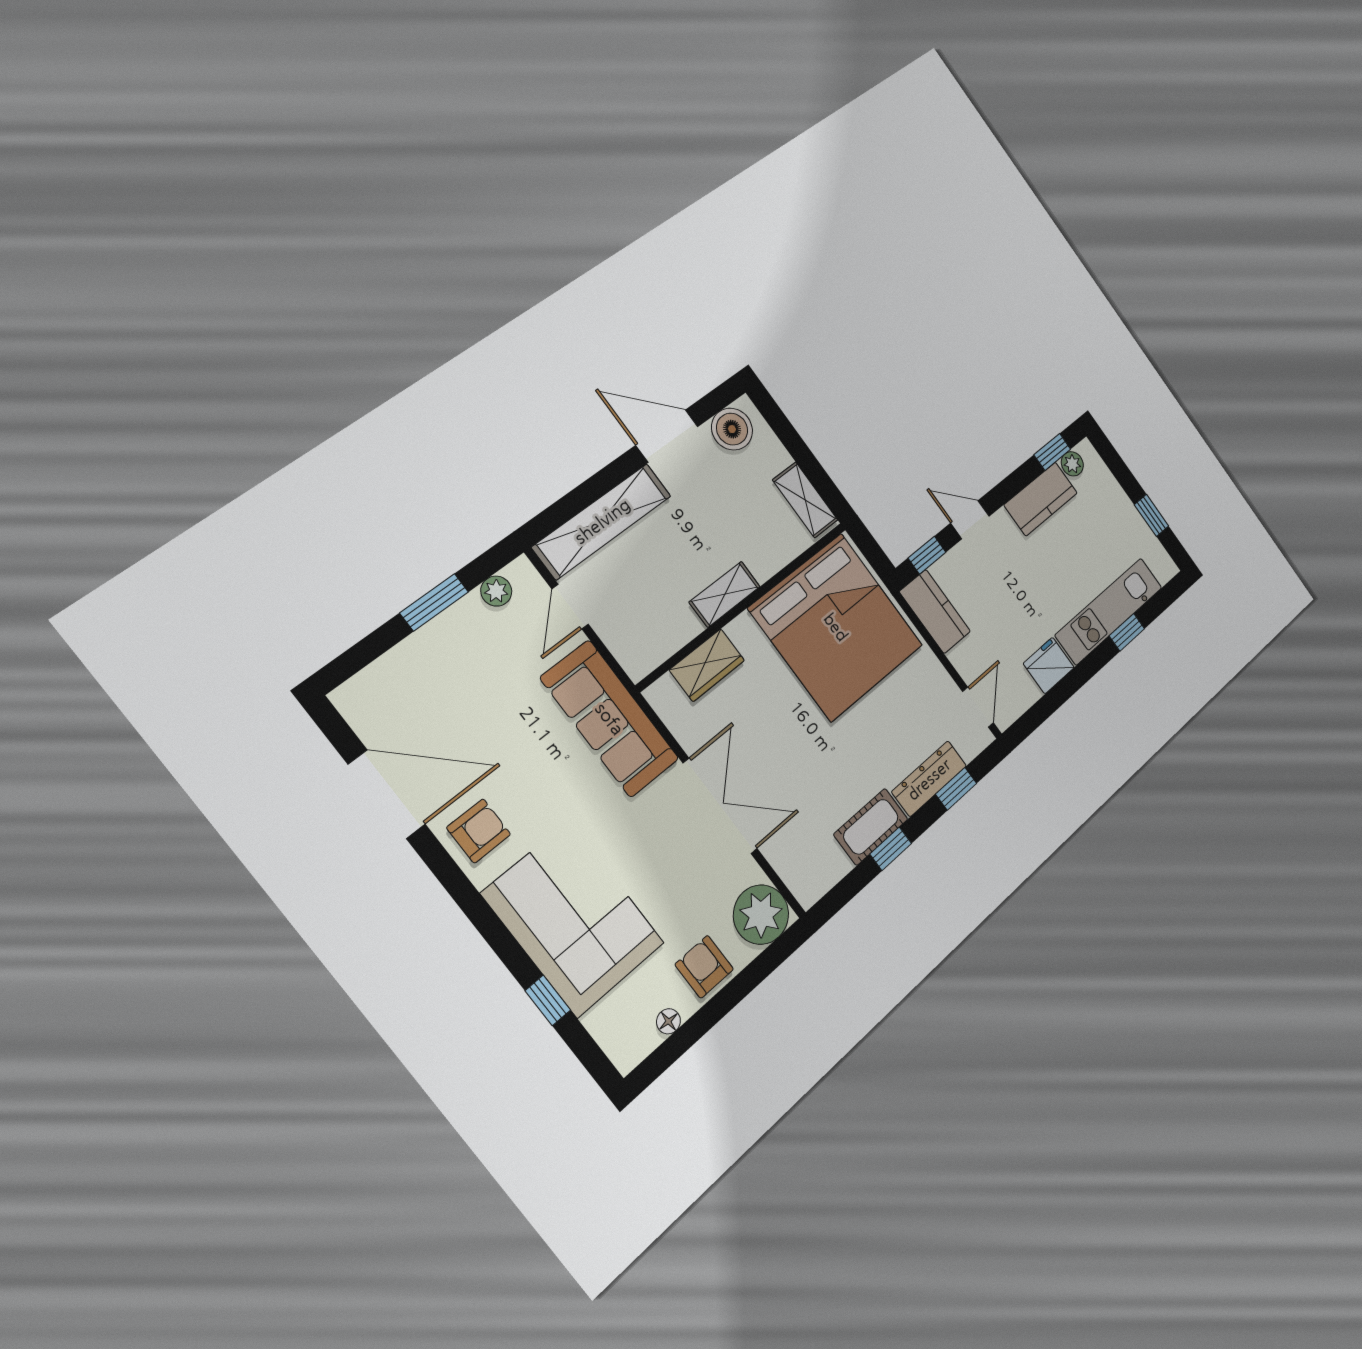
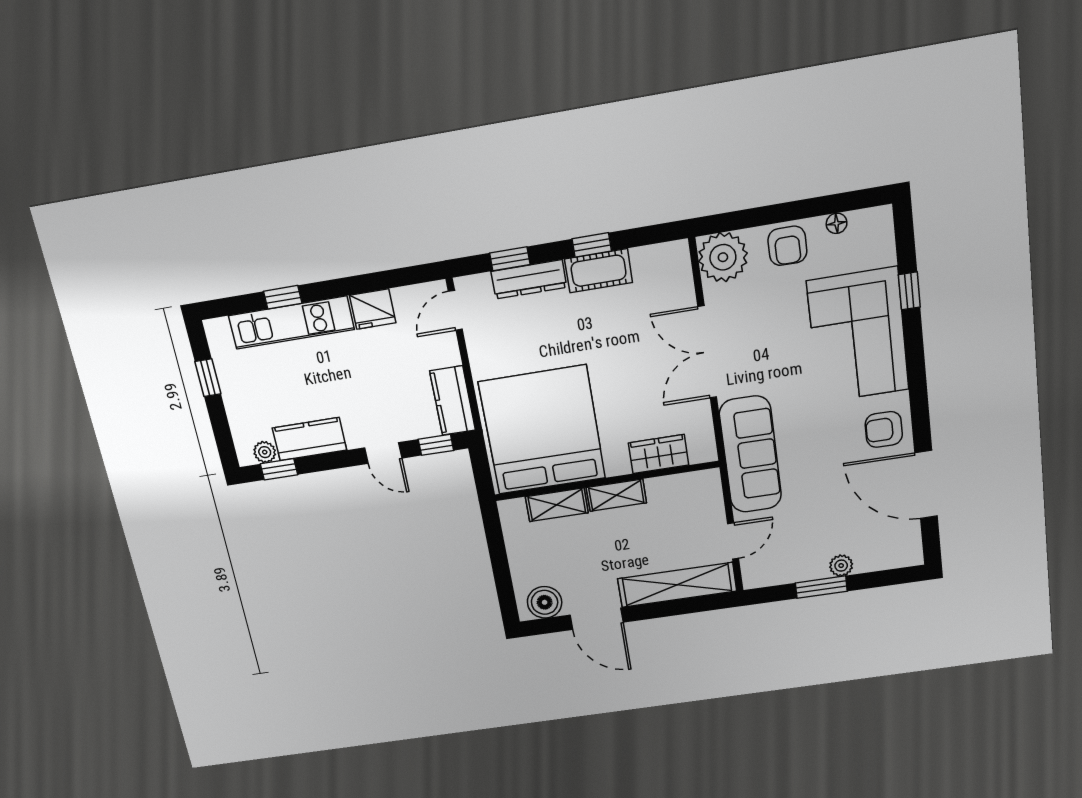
shelving: (805, 500) -> (557, 505), moved, turned 90
plant: (496, 591) -> (841, 566), moved

